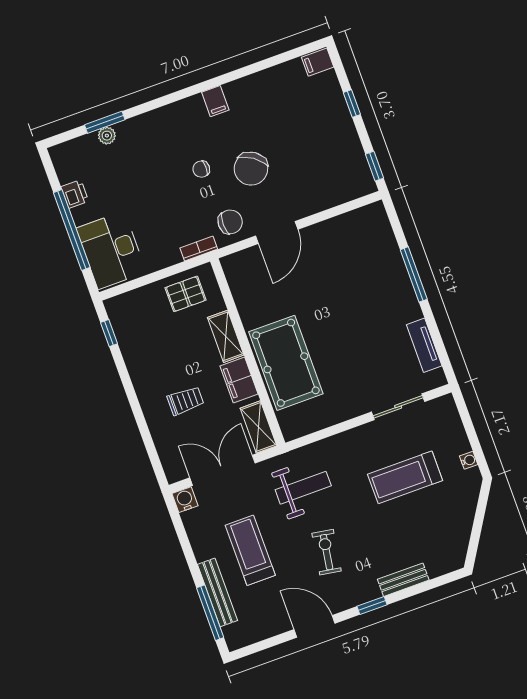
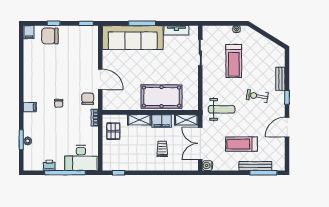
filing cabinet: (215, 101) -> (30, 107), moved
chair: (251, 169) -> (50, 36), moved, turned 145
sofa: (380, 266) -> (133, 38), added
weight bench: (303, 488) -> (222, 109), turned 90
exercise bike: (327, 552) -> (257, 96), moved

